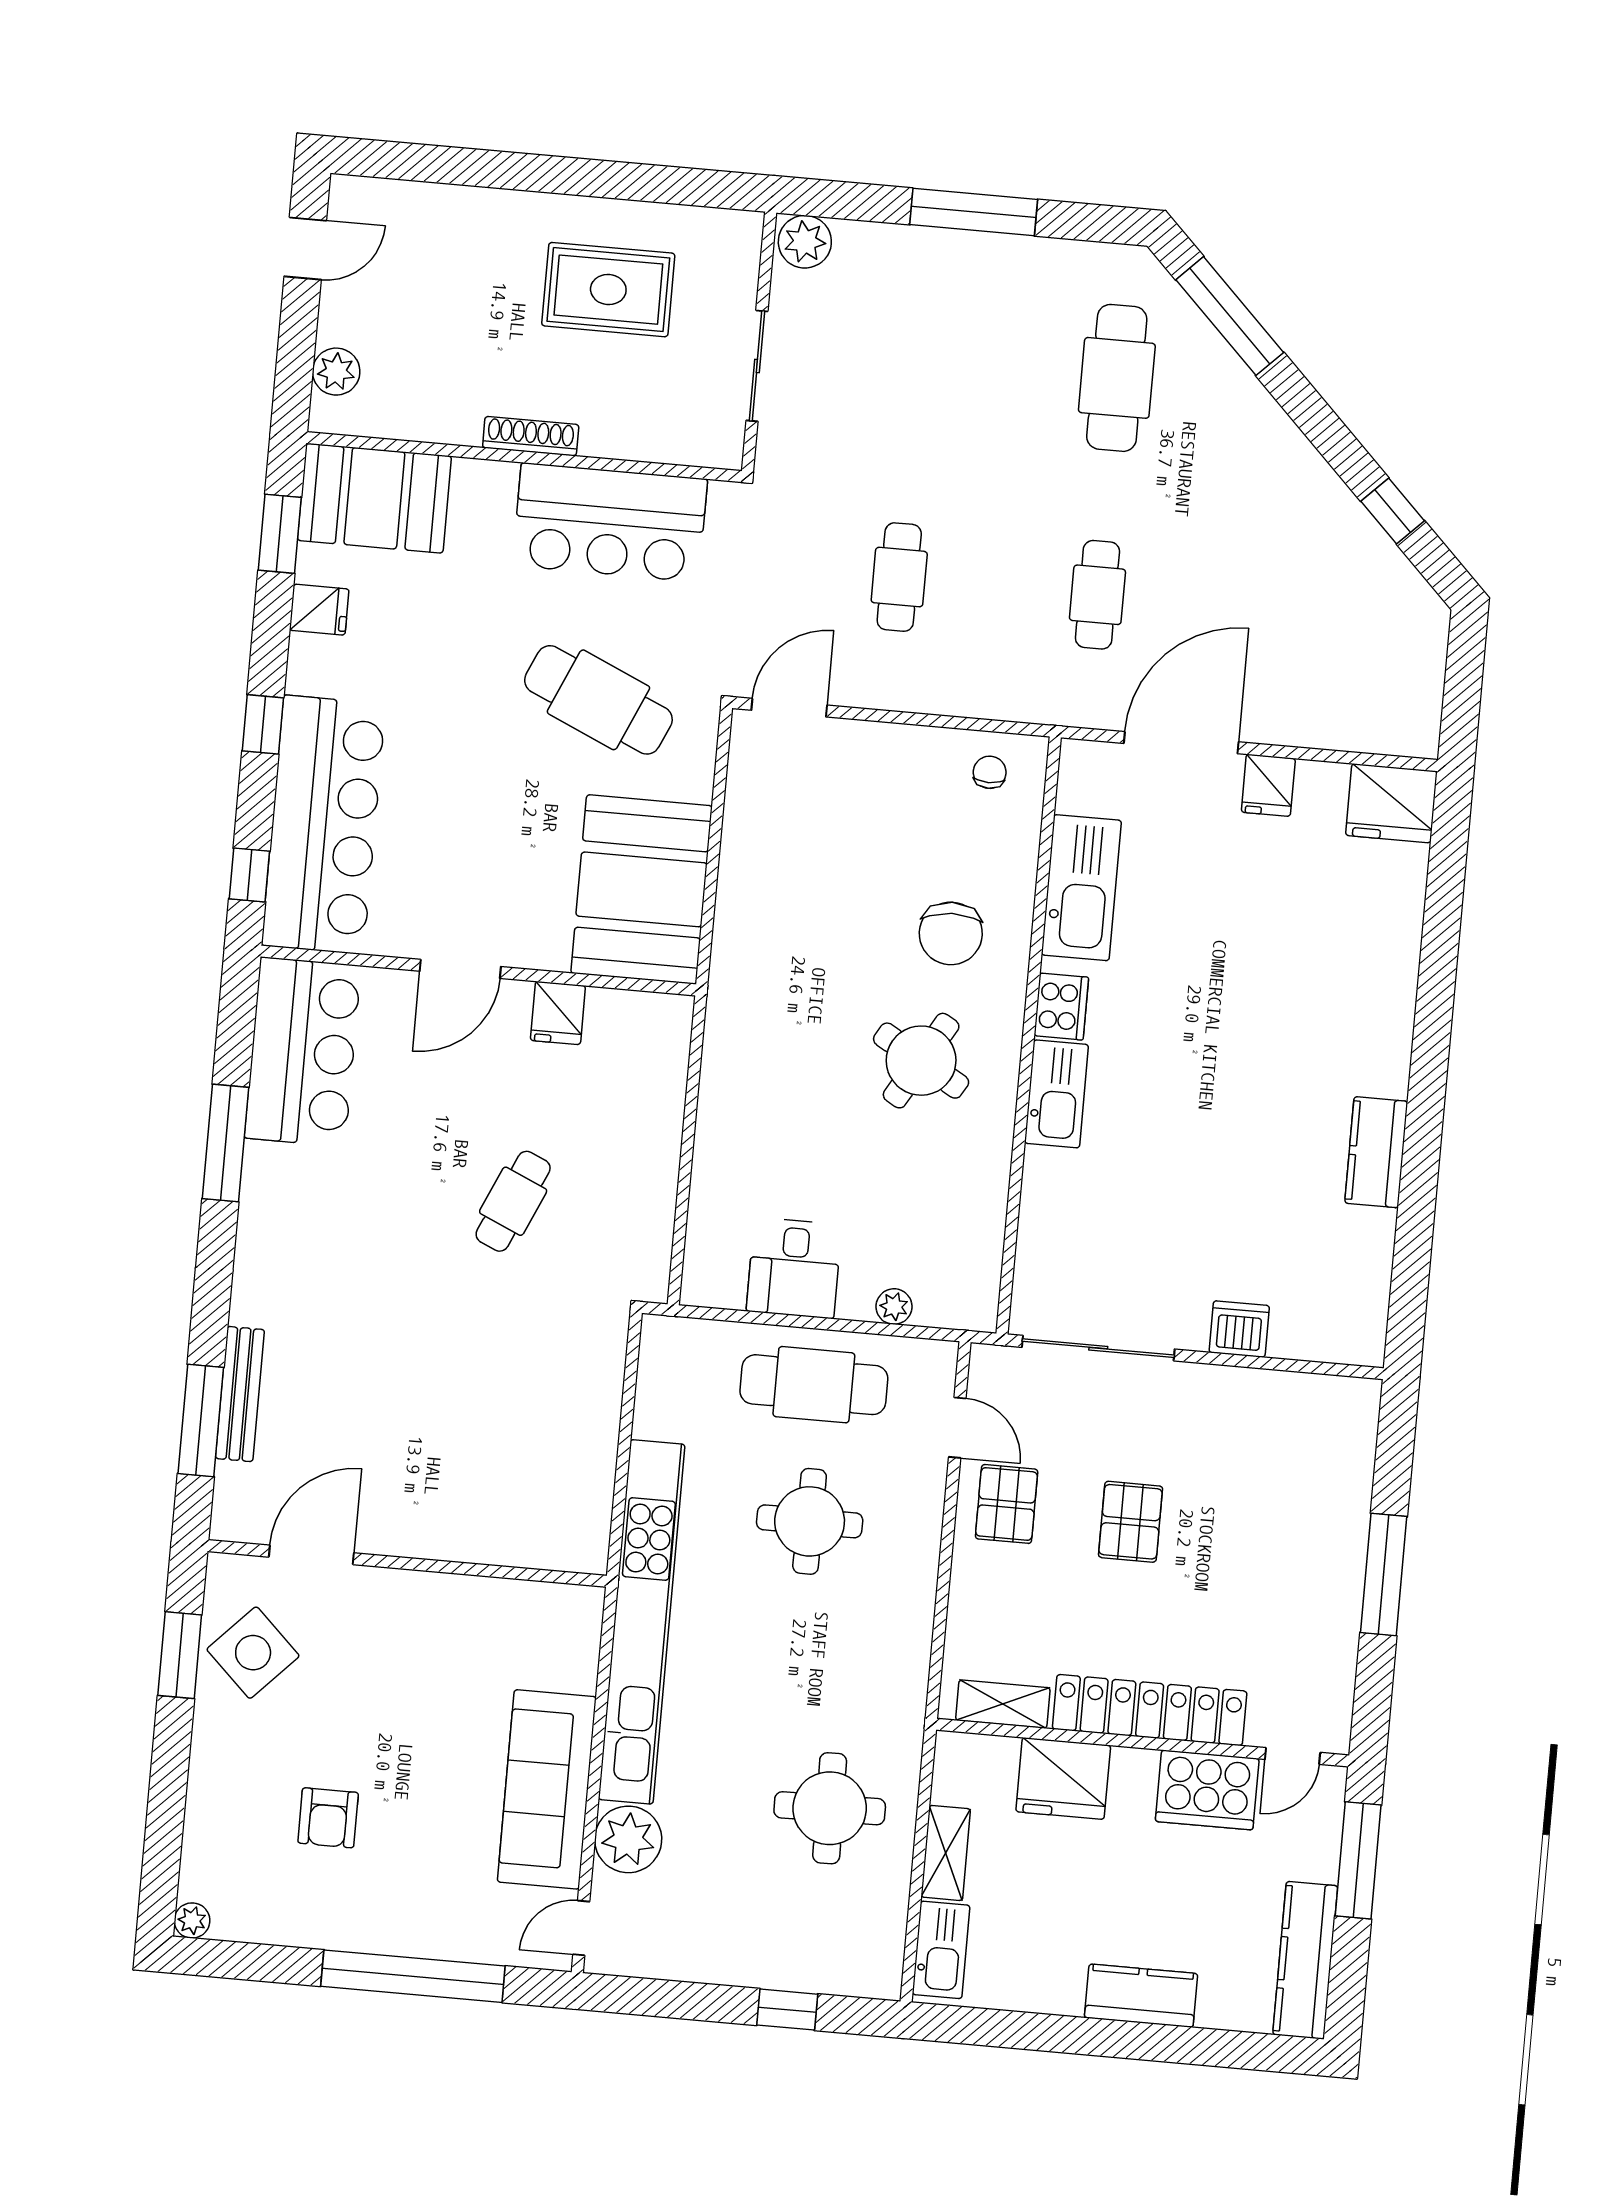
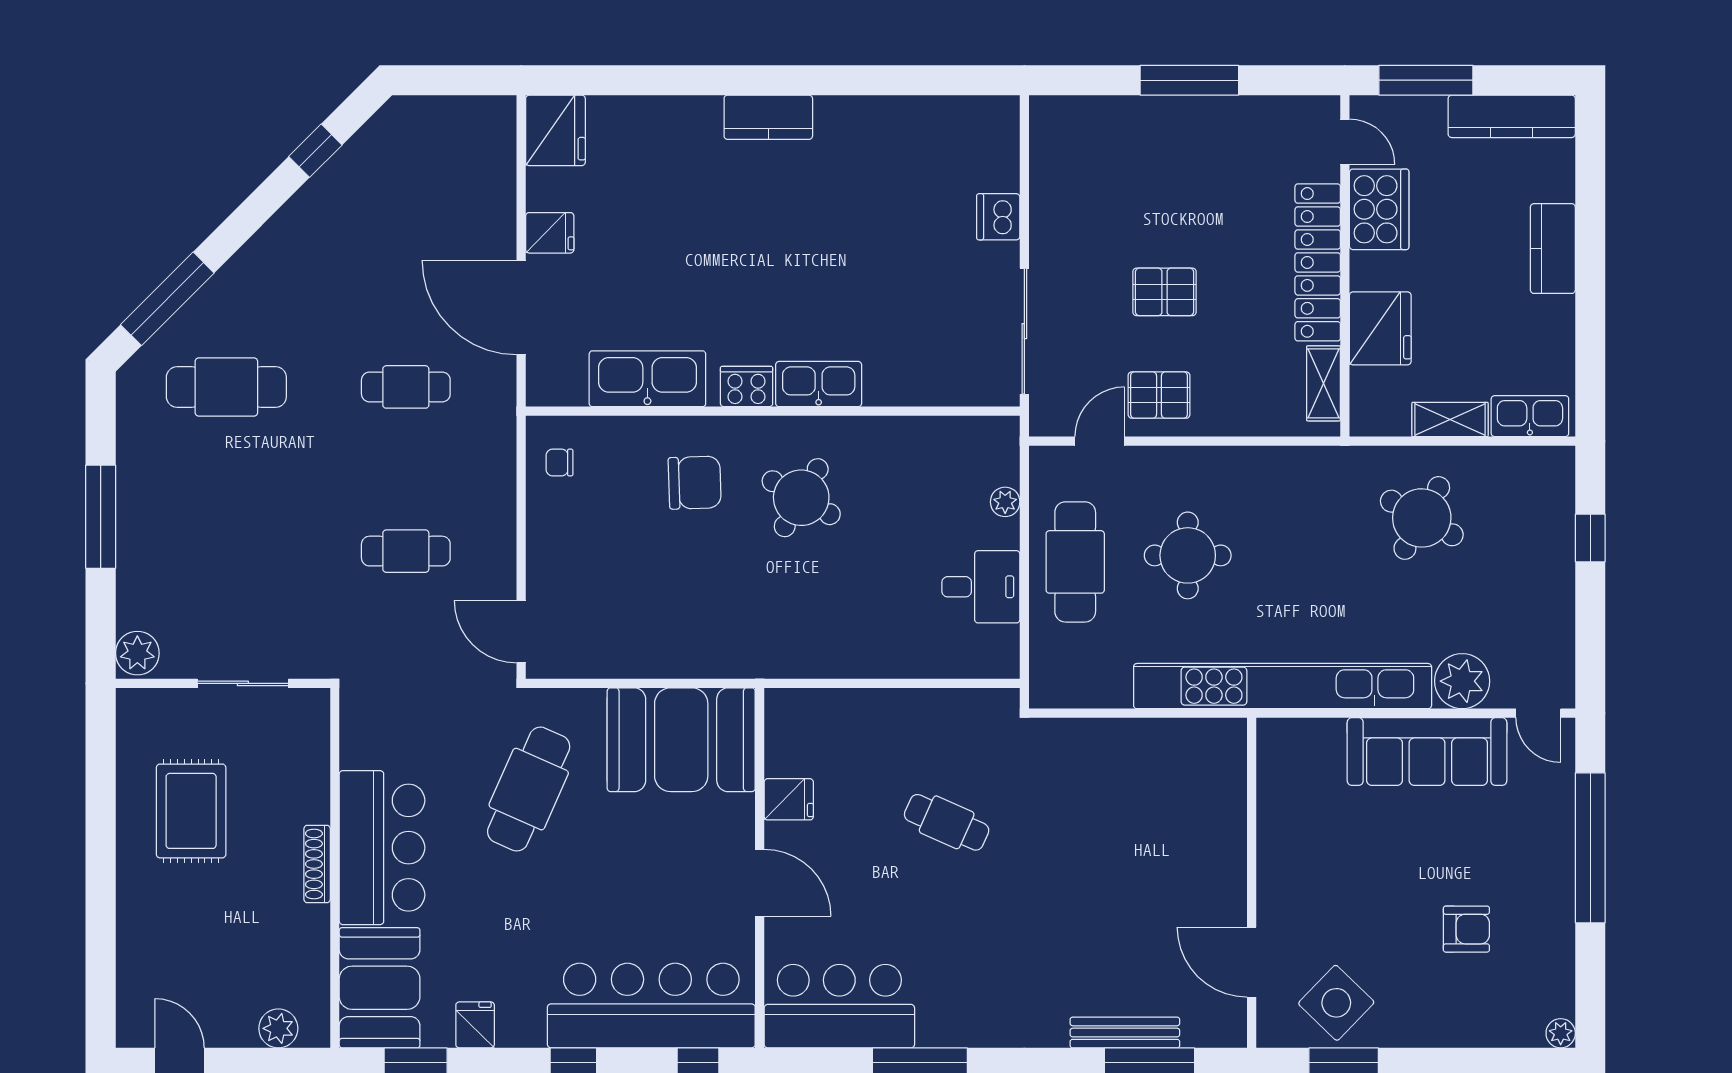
bar counter: (610, 522) -> (382, 848), moved
kitchen counter: (1376, 1152) -> (768, 117), moved
round table: (830, 1808) -> (1422, 518), turned 30

